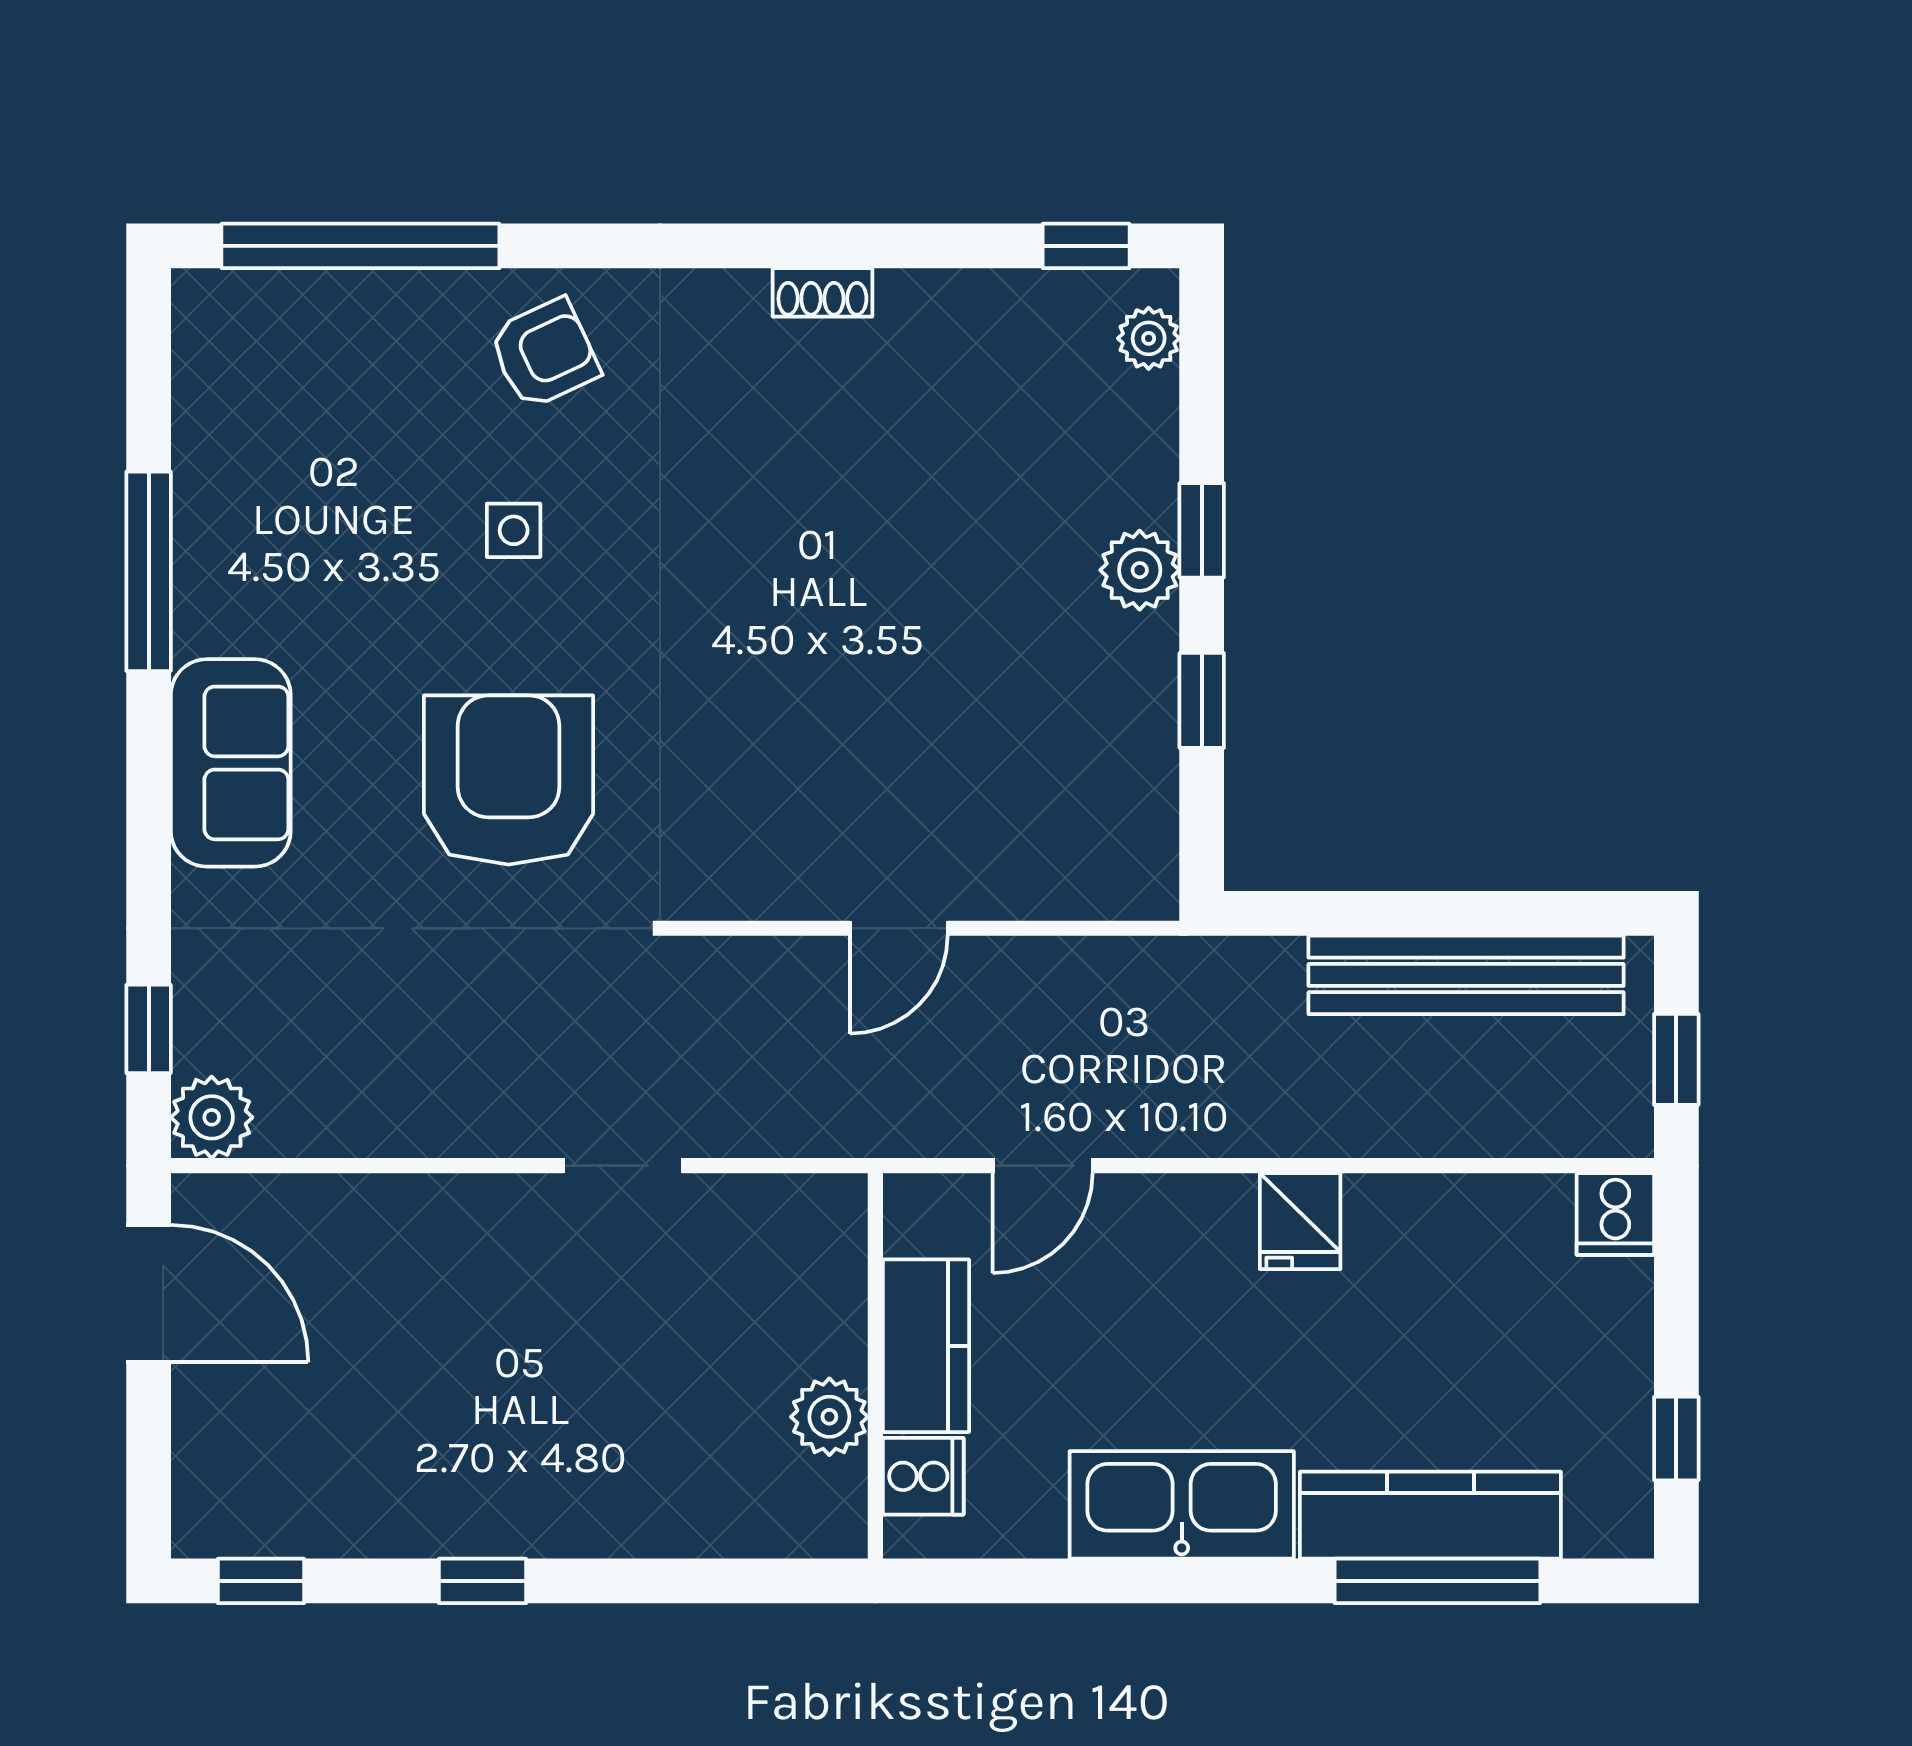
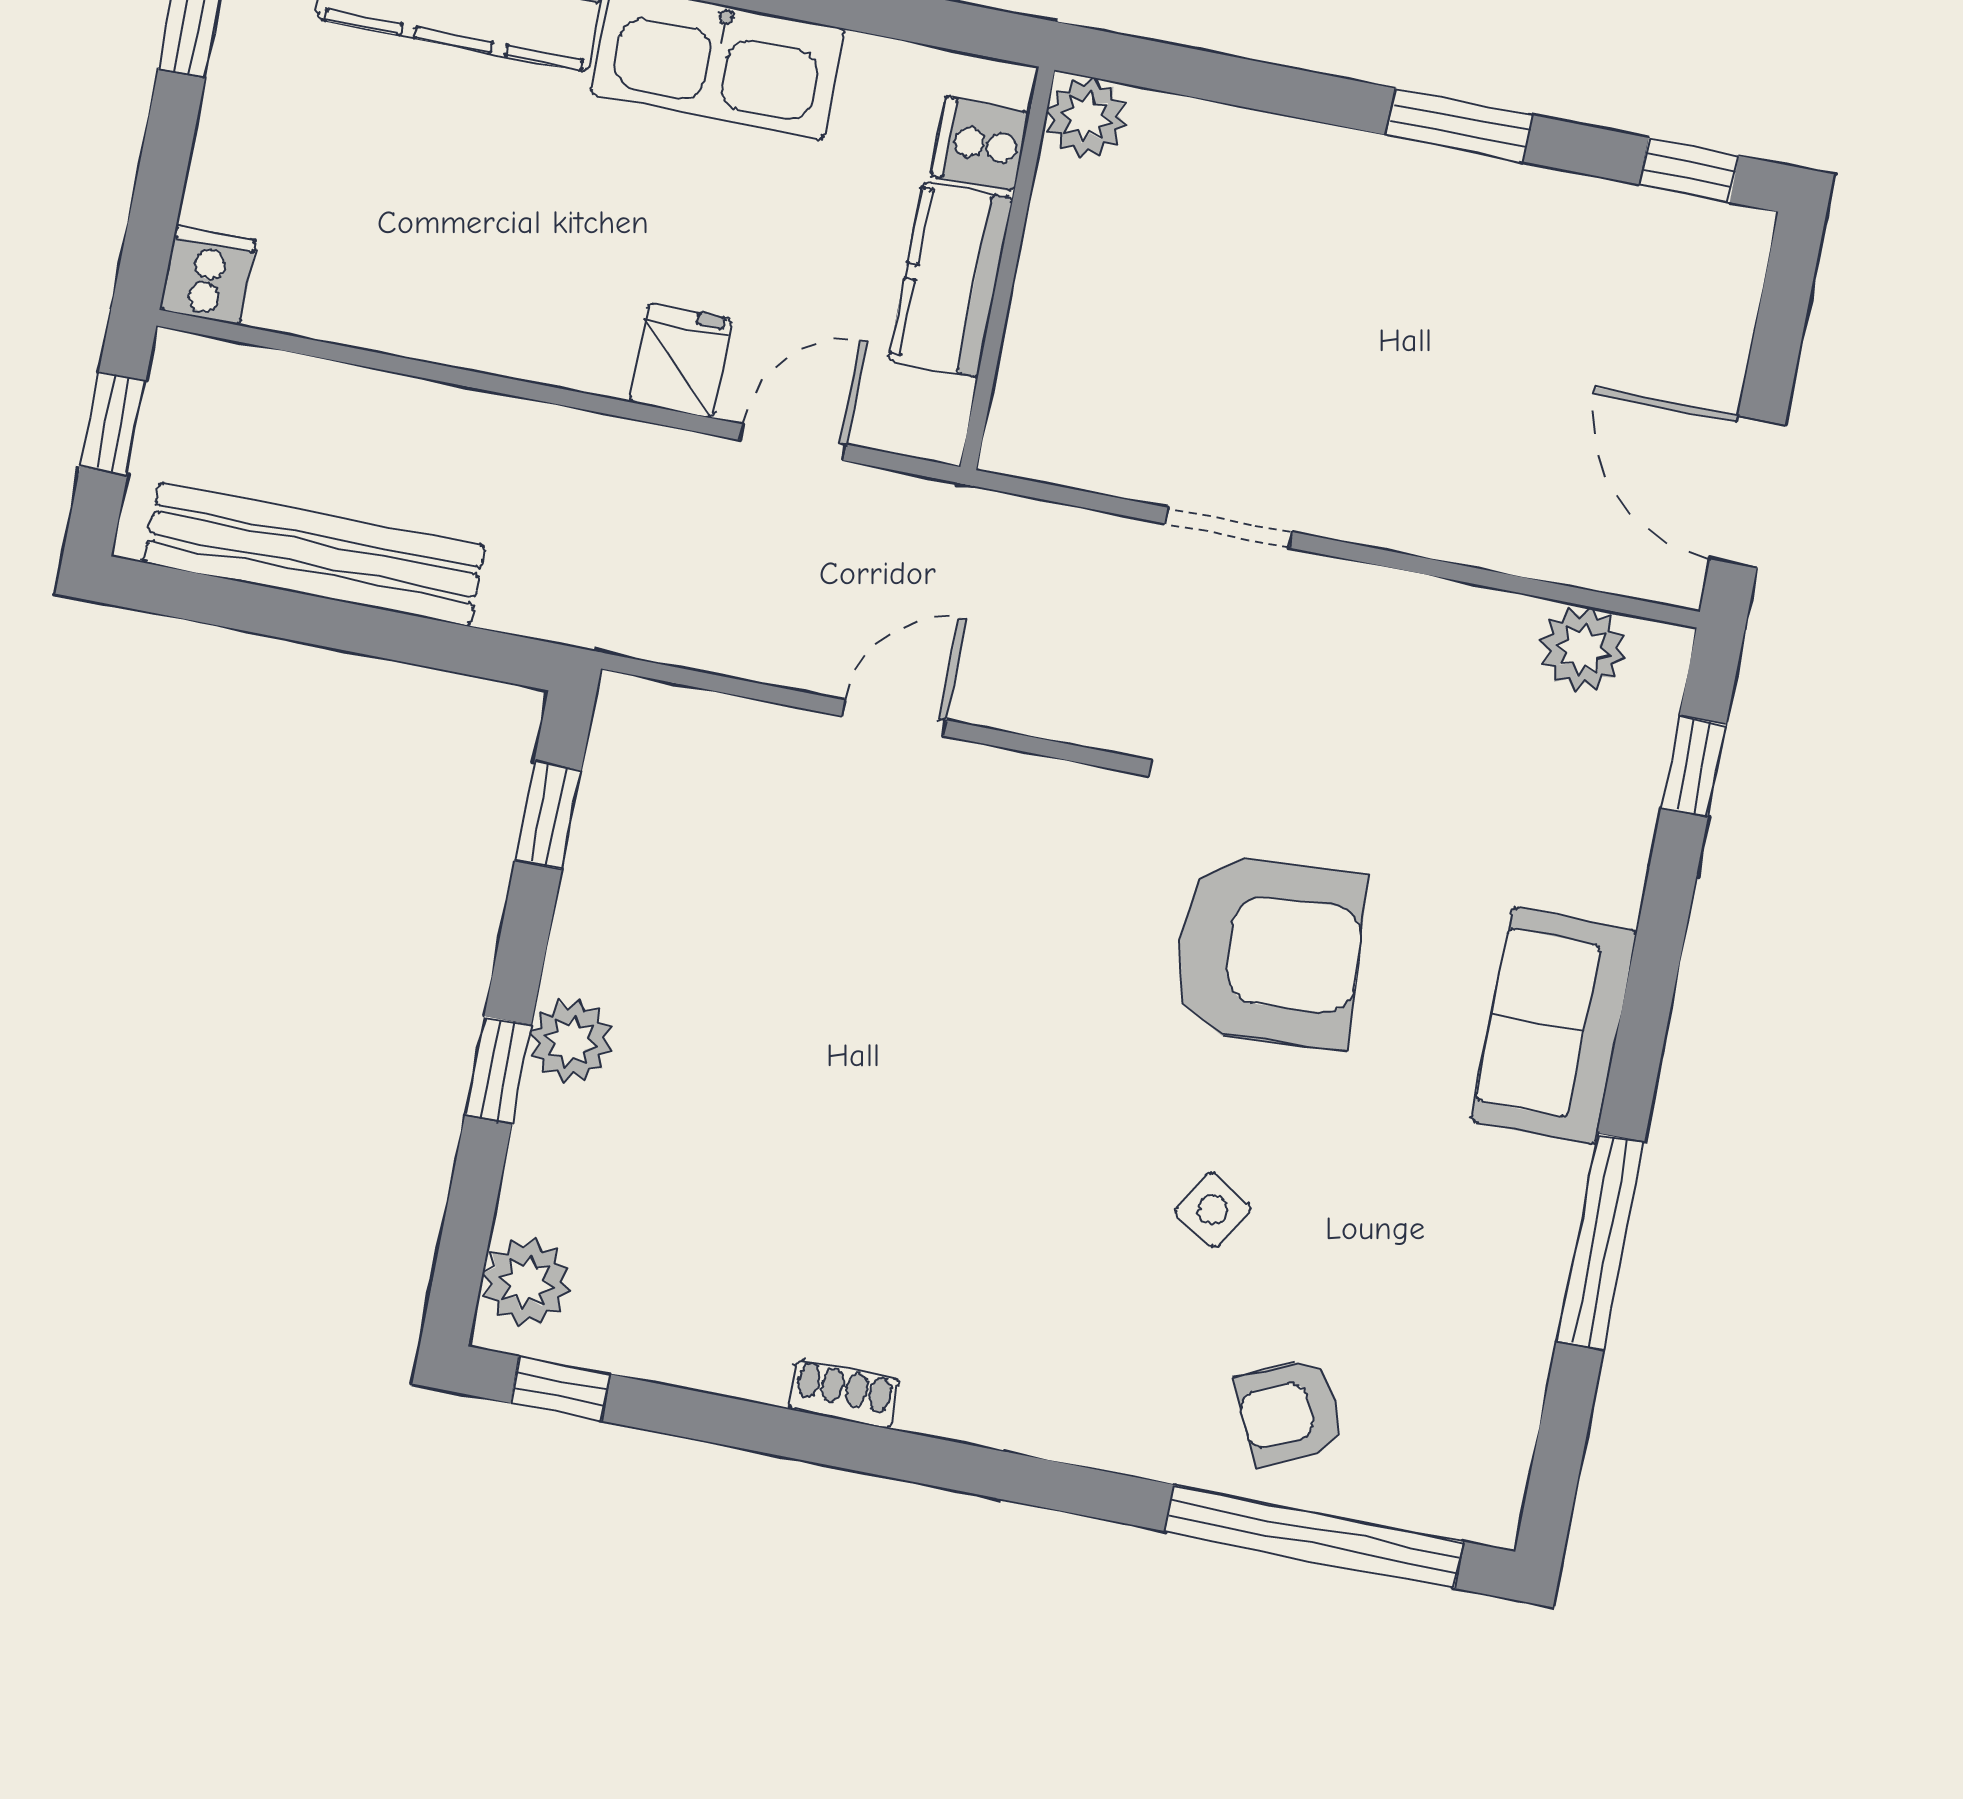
plant: (1149, 338) -> (526, 1282), width x1.38, depth x1.38
armchair: (544, 354) -> (1290, 1412), moved
side table: (514, 530) -> (1213, 1210), turned 30
window: (1202, 700) -> (548, 815), moved
armchair: (509, 780) -> (1269, 952), turned -94
plant: (212, 1117) -> (1583, 649), moved
fridge: (1300, 1221) -> (681, 360), moved
plant: (829, 1417) -> (1087, 117), moved
window: (483, 1581) -> (1459, 125), width x1.50

